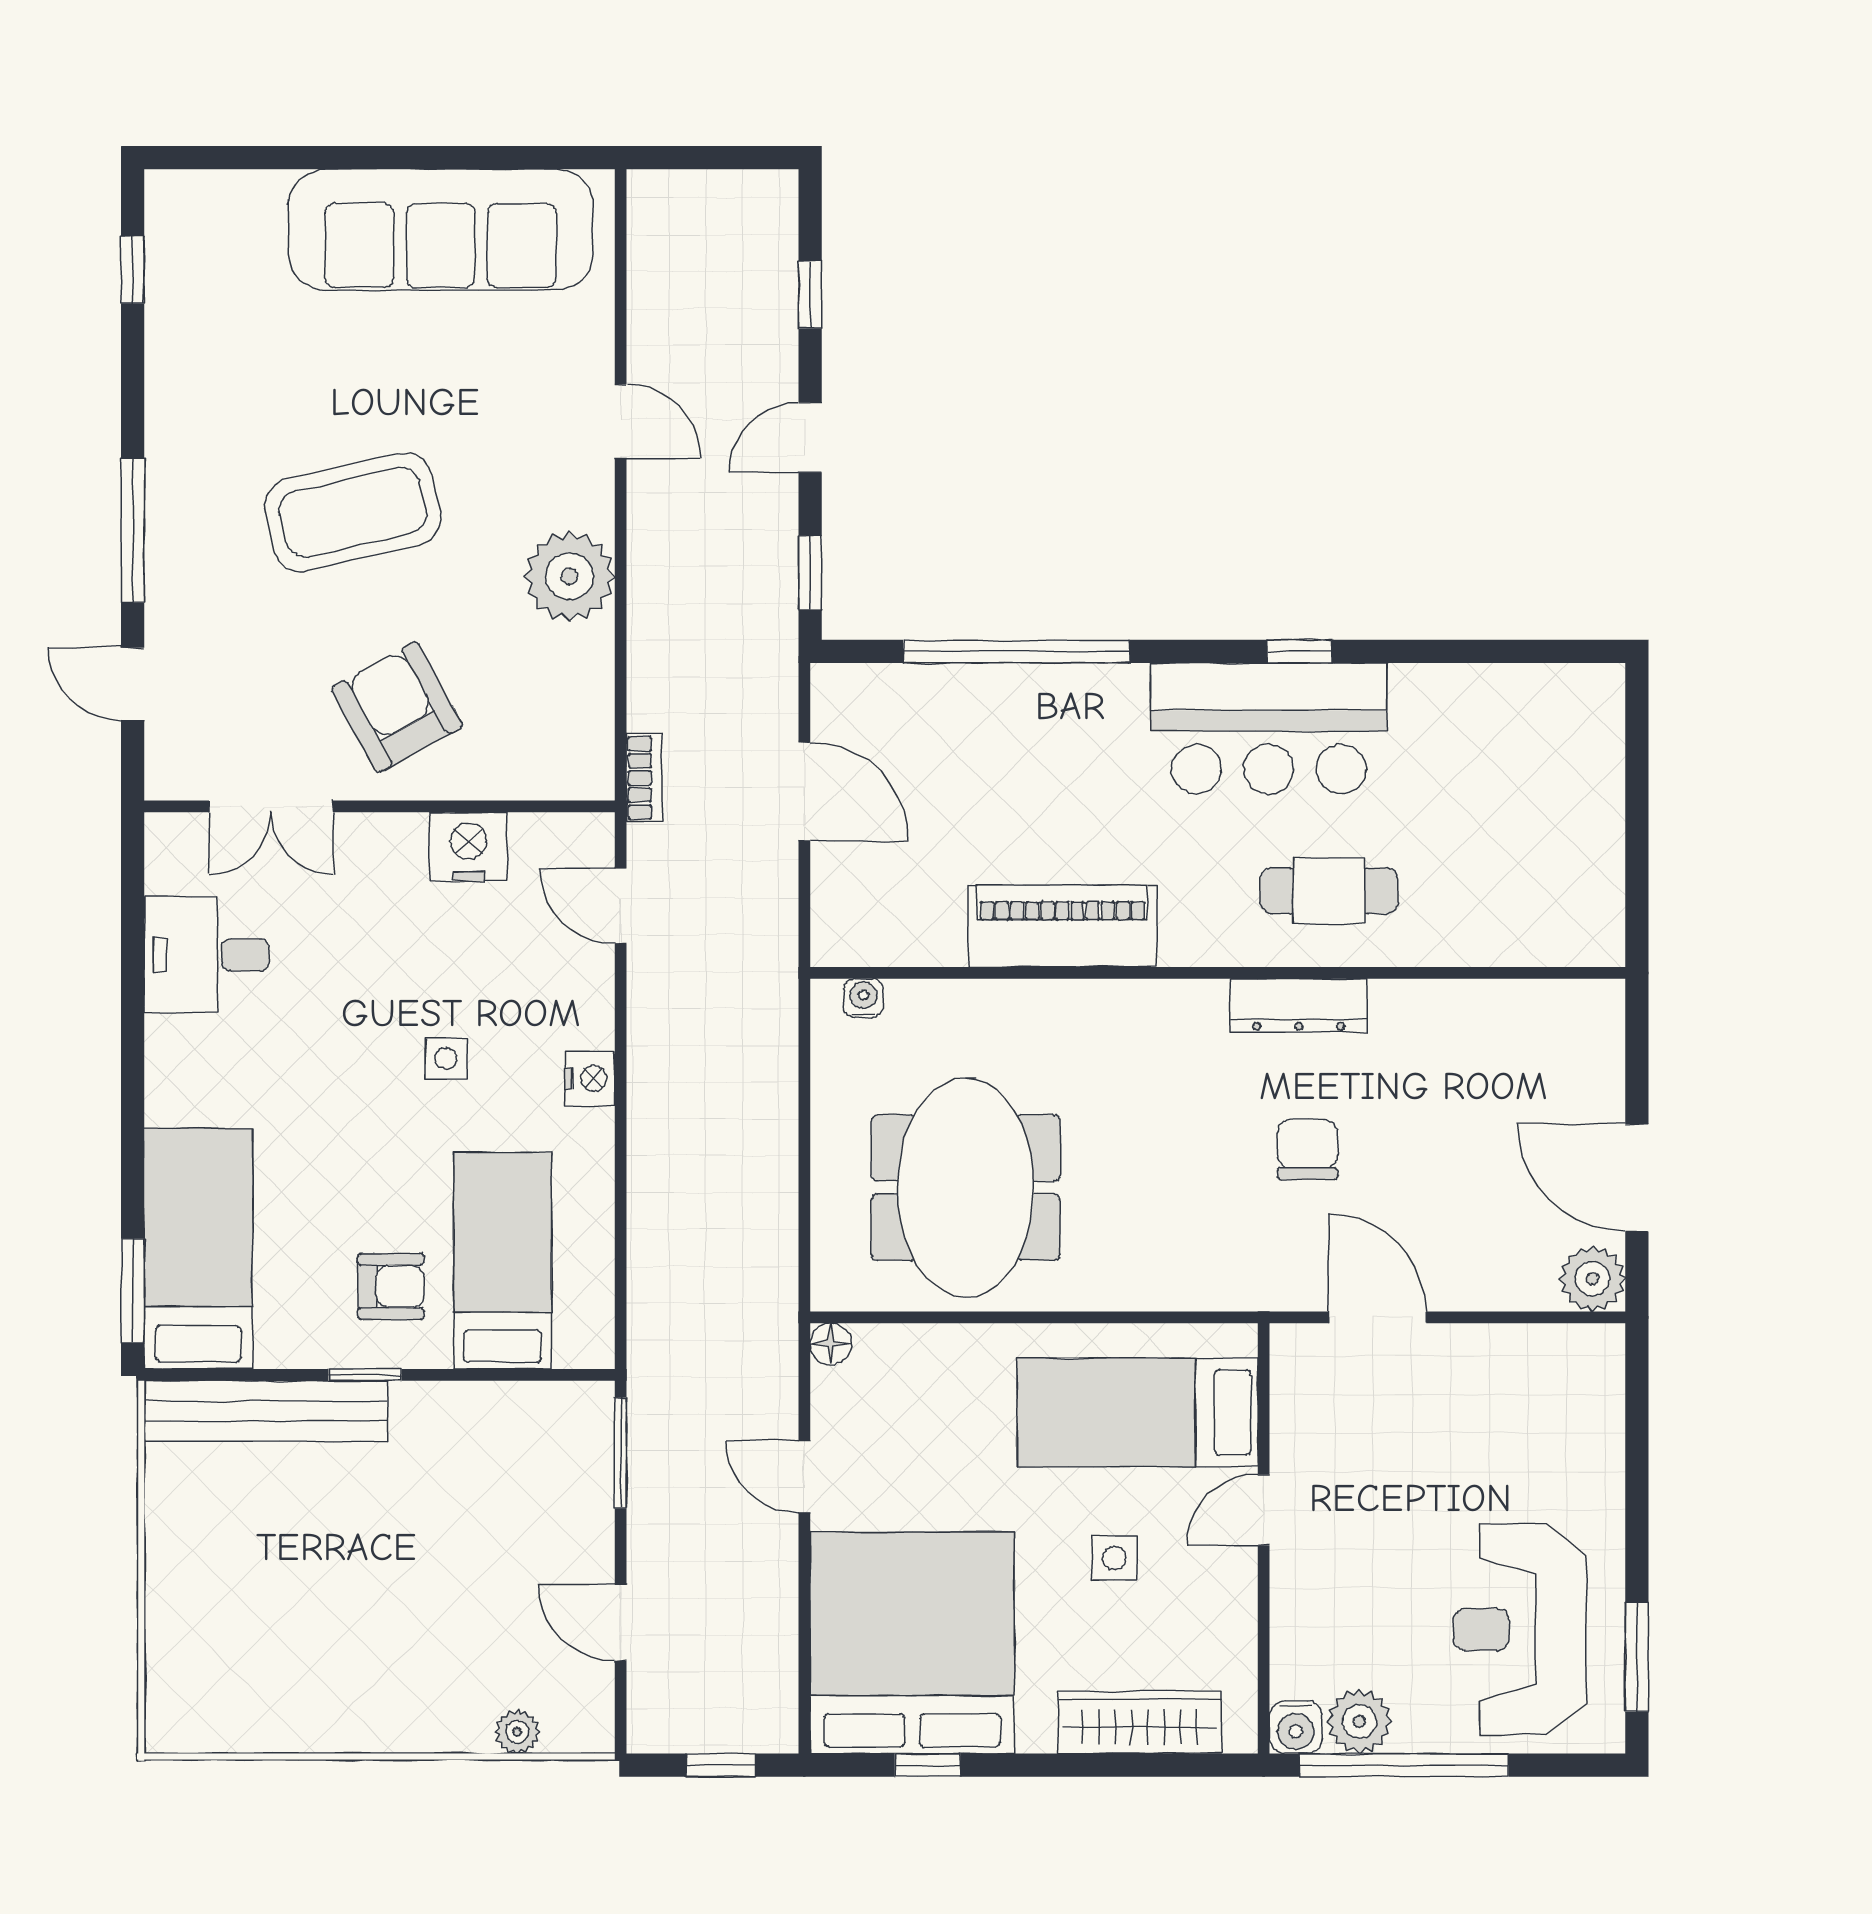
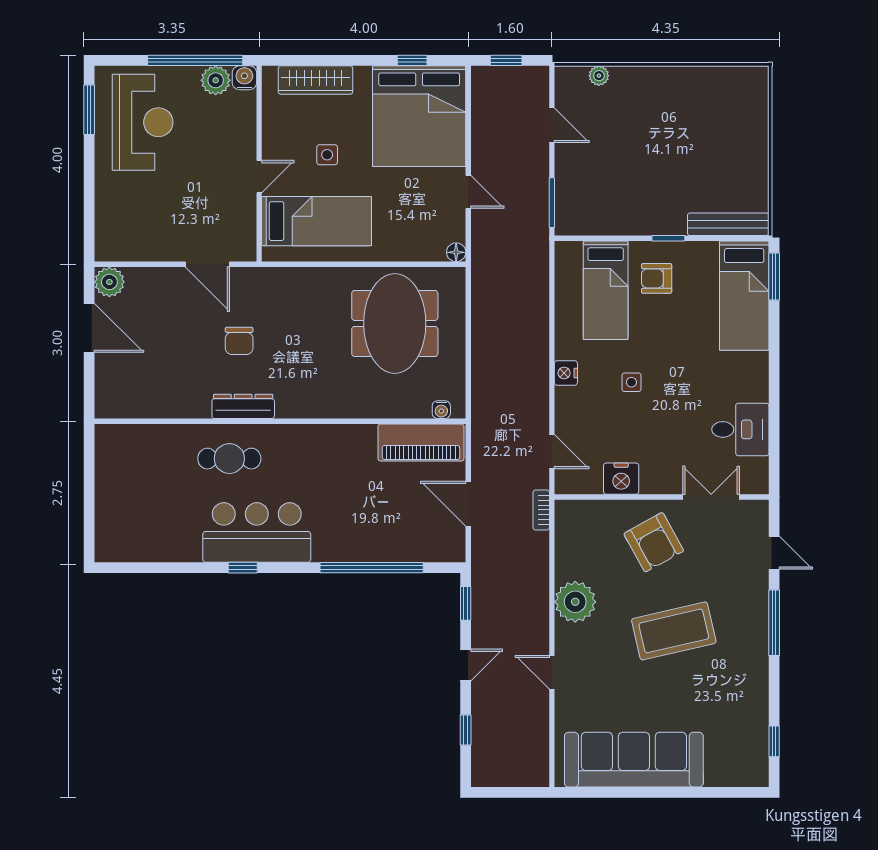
piano: (1062, 926) -> (421, 442), moved
bench: (266, 1411) -> (728, 224), width x0.73, depth x0.82

